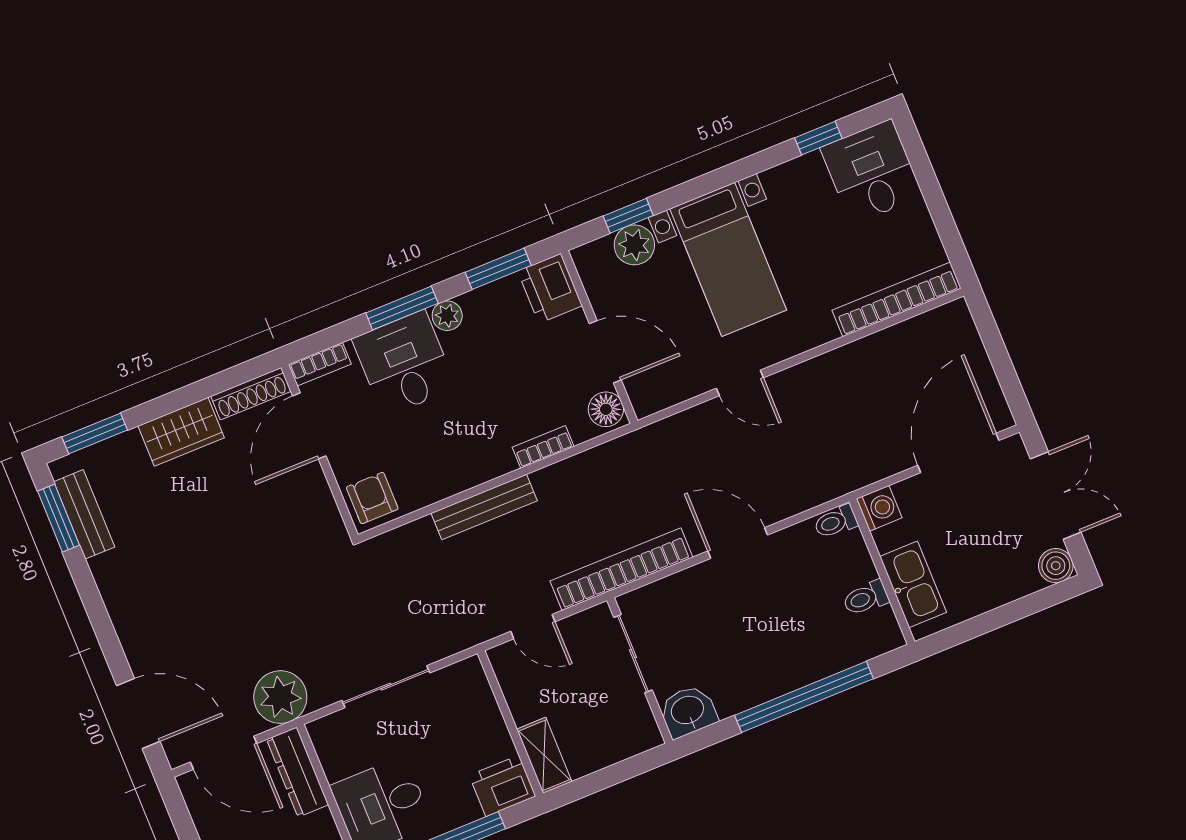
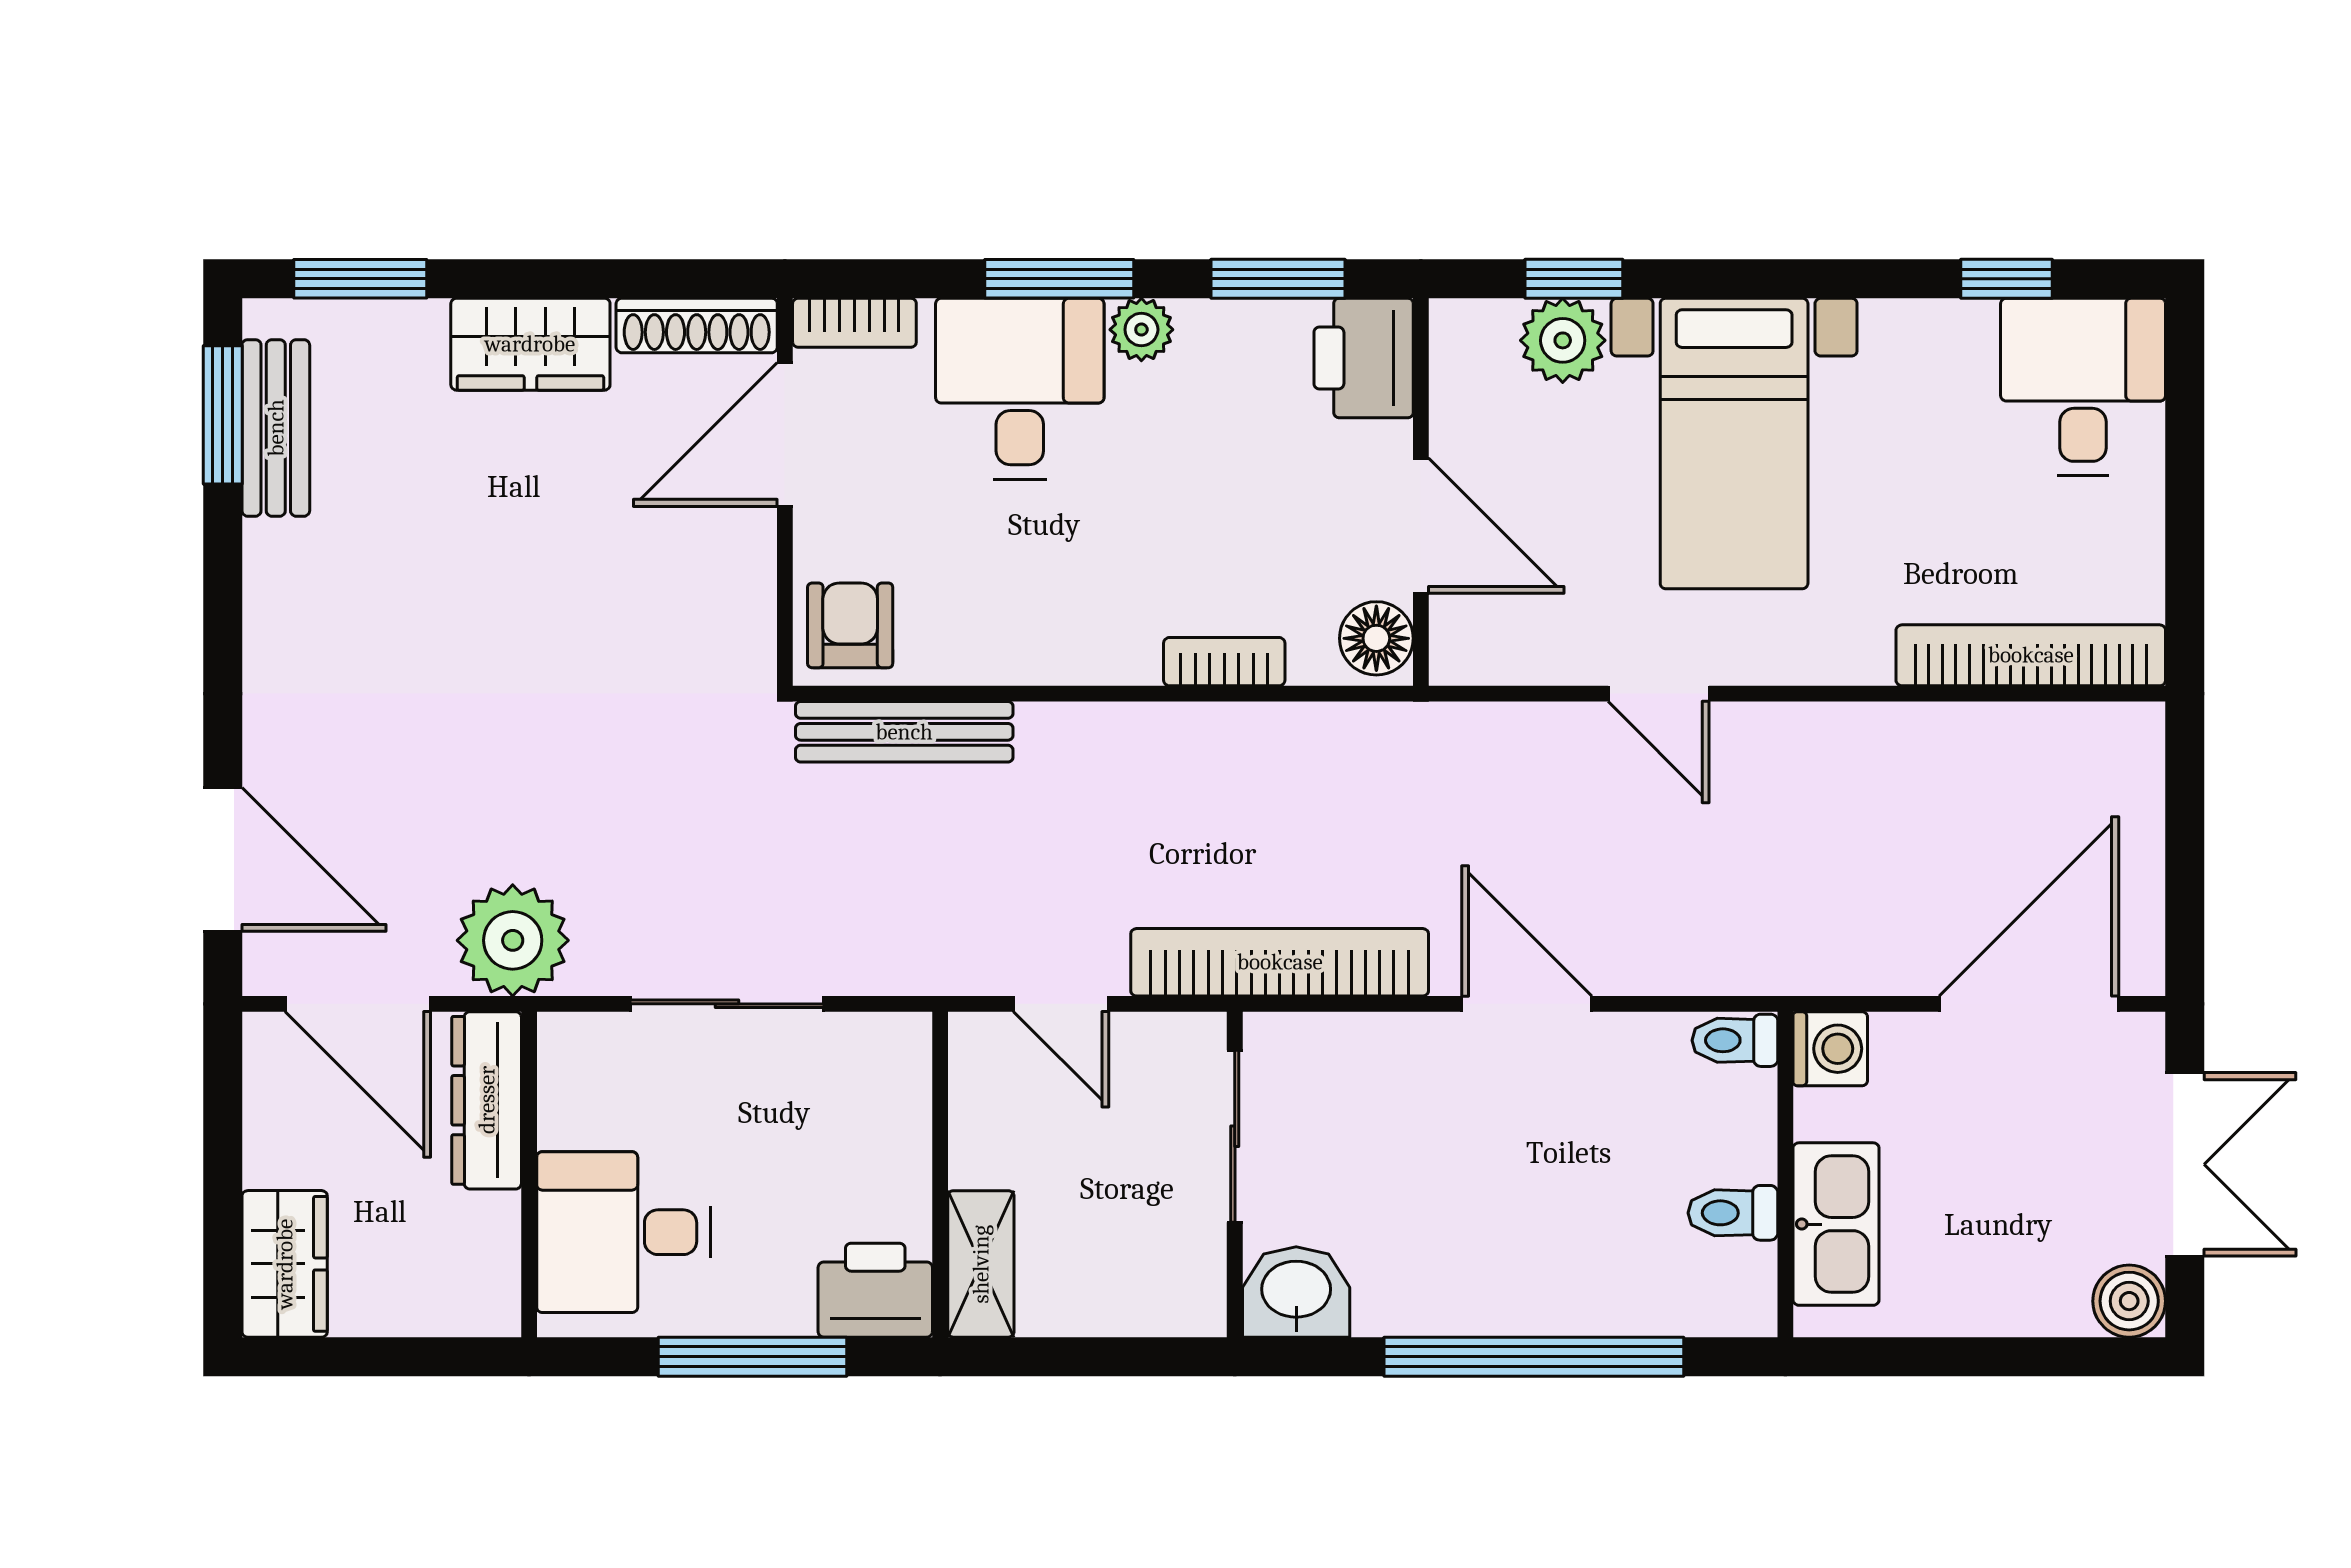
bench: (484, 507) -> (904, 732), moved

